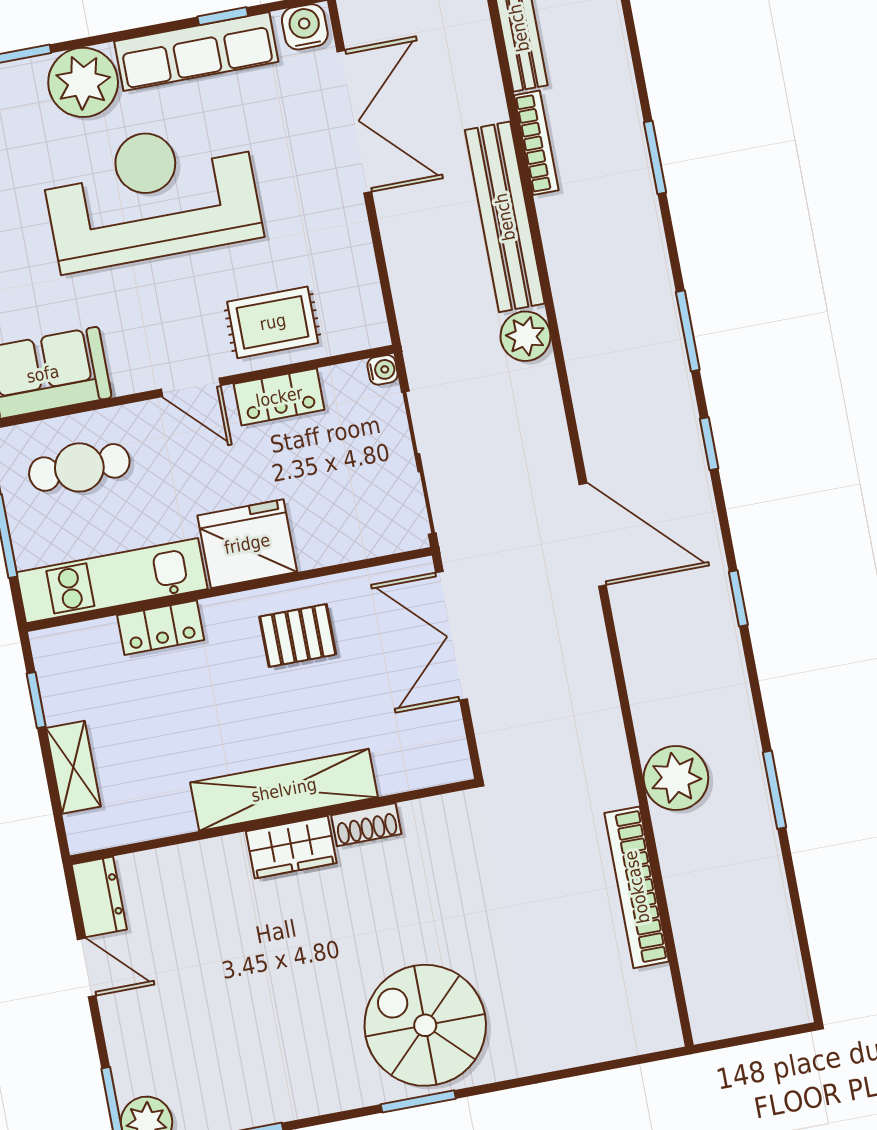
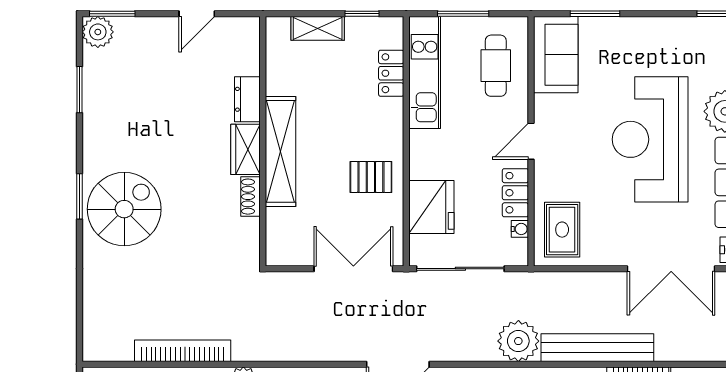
reception desk: (151, 195) -> (650, 139), turned 180
rug: (273, 322) -> (562, 230), moved
plant: (525, 336) -> (518, 341), width x1.36, depth x1.36
water cooler: (383, 370) -> (520, 229), moved, turned -90
fridge: (247, 544) -> (431, 207), moved
locker: (161, 628) -> (391, 73), moved
pallet: (298, 636) -> (371, 177), turned 90
dresser: (99, 897) -> (247, 99), moved, turned 90

